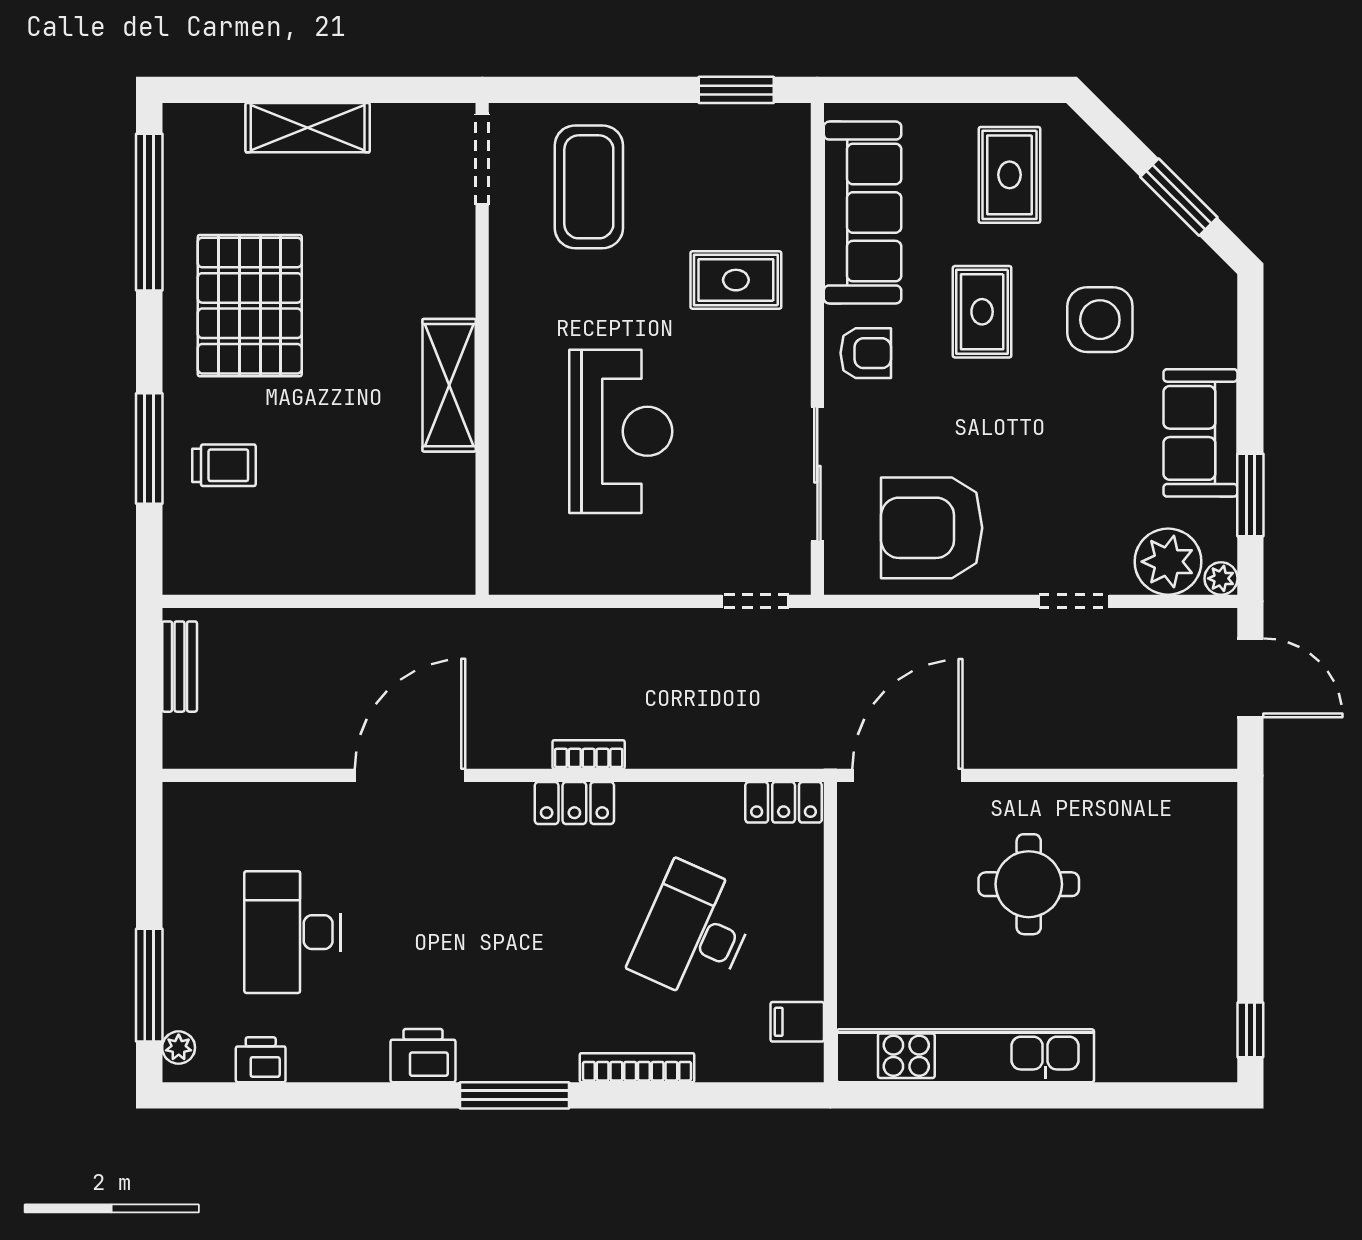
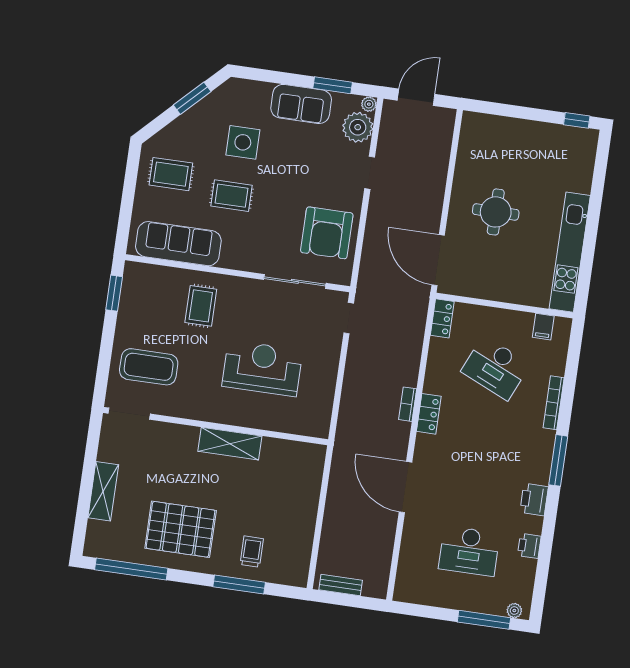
armchair: (866, 353) -> (243, 251), removed
printer: (261, 1060) -> (529, 546), moved

